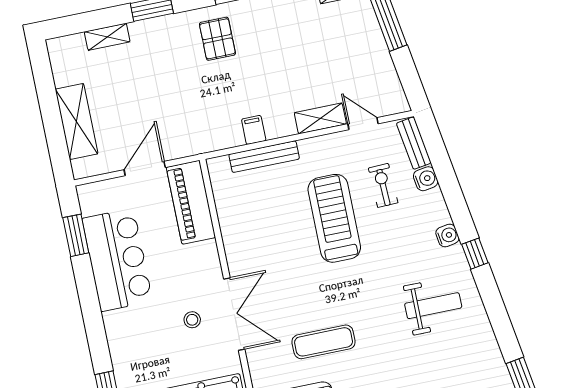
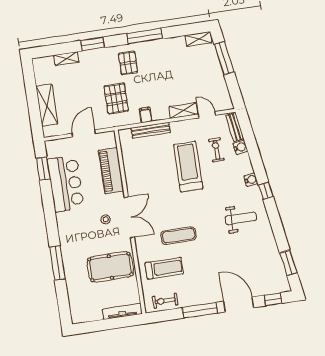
pallet: (200, 103) -> (116, 98), added
piano: (191, 202) -> (111, 171), moved

